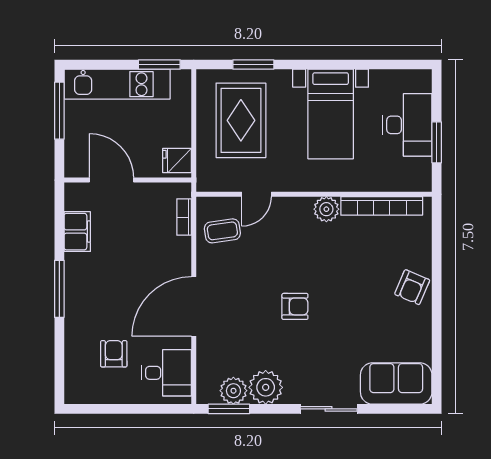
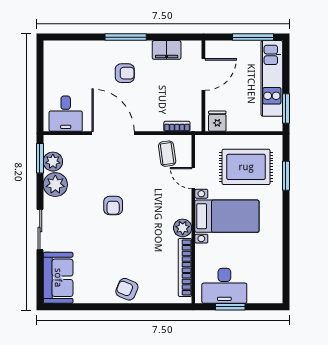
bed with nightstands: (331, 114) -> (227, 216), moved, turned 180
desk: (407, 125) -> (224, 286), moved
armchair: (114, 354) -> (125, 73), moved

